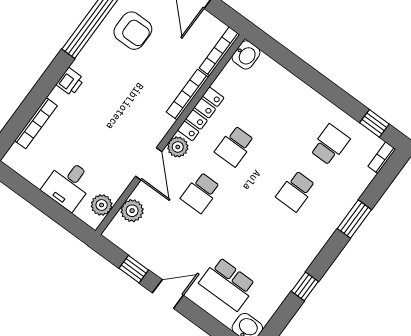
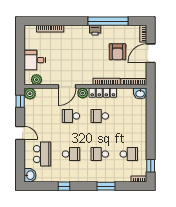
armchair: (133, 31) -> (117, 52), moved
printer: (70, 82) -> (95, 30), moved
plant: (132, 211) -> (30, 94), moved
school desk: (262, 237) -> (71, 154), added
window: (134, 269) -> (20, 101), moved
school desk: (228, 284) -> (42, 154), turned 180

